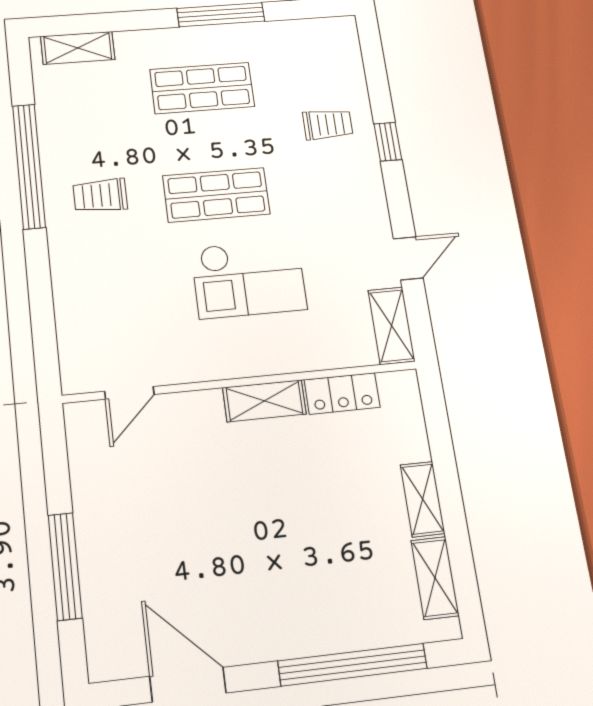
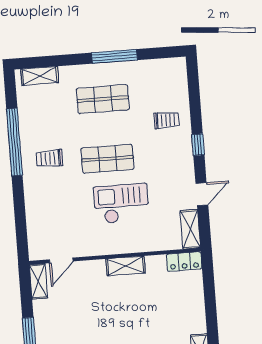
window: (388, 142) -> (198, 145), moved
checkout: (249, 279) -> (121, 204), turned 180
locker: (342, 394) -> (184, 262), moved
shelving: (423, 499) -> (38, 281), moved

